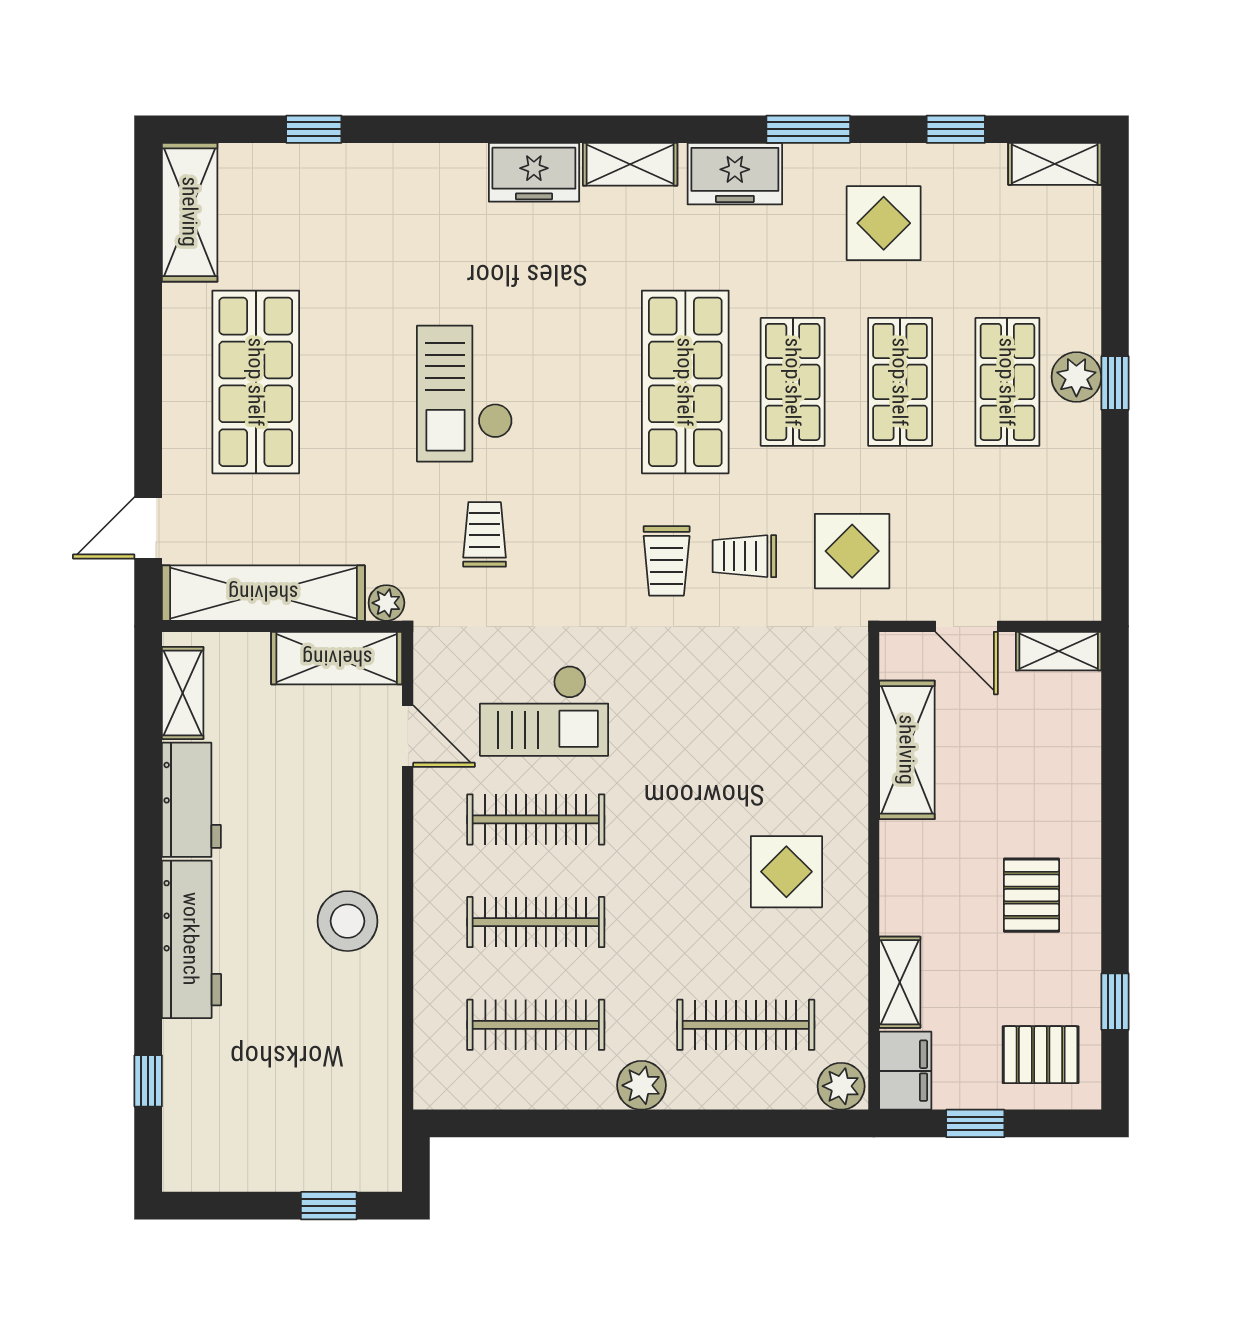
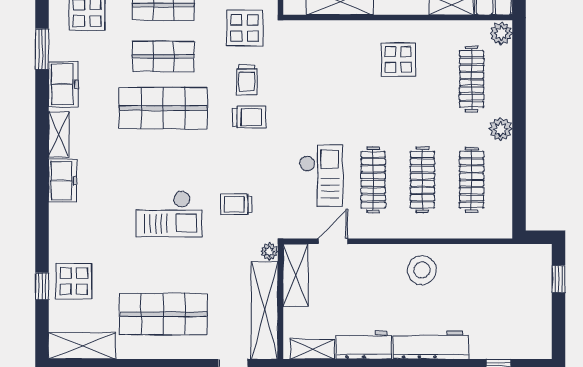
display table: (325, 196) -> (74, 281), added

